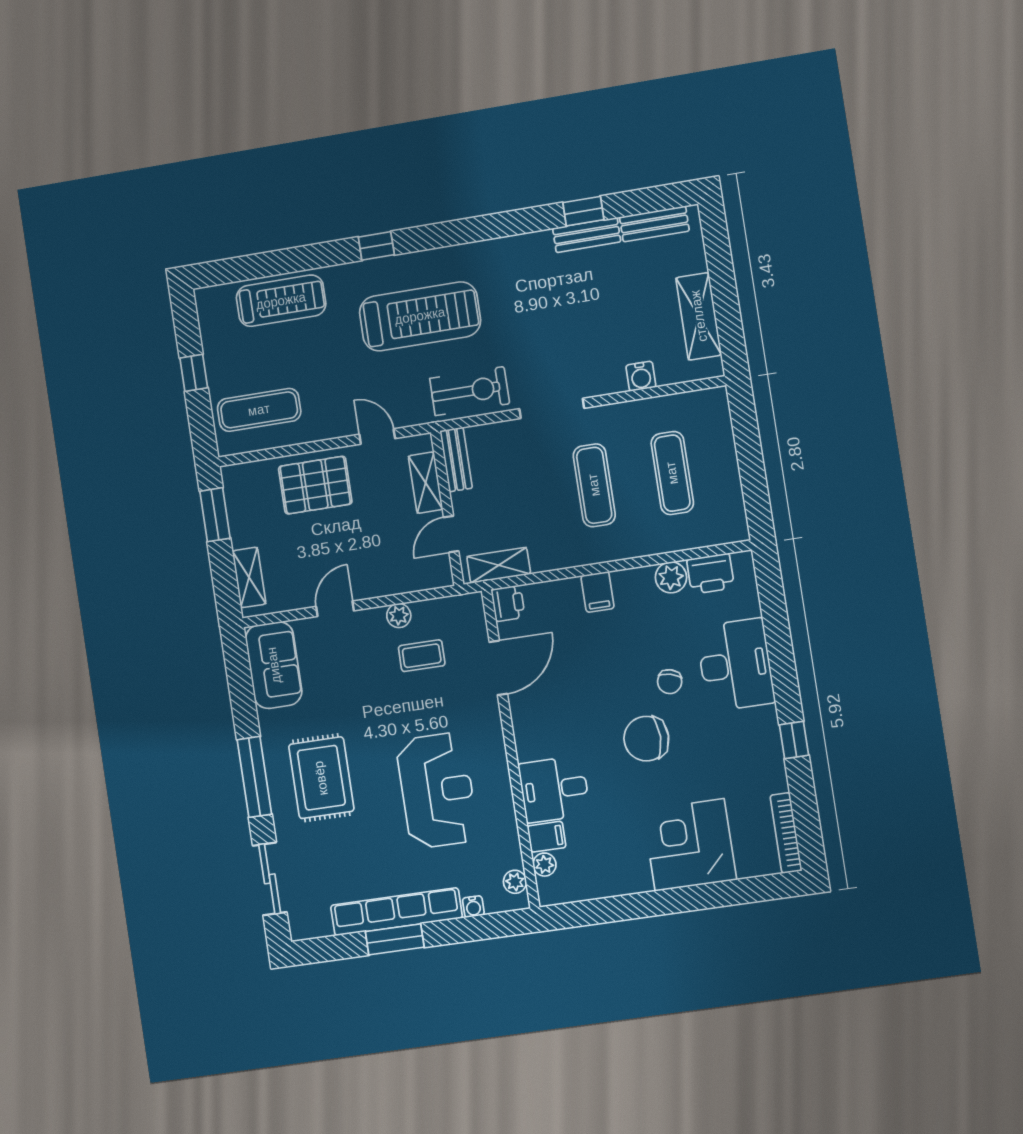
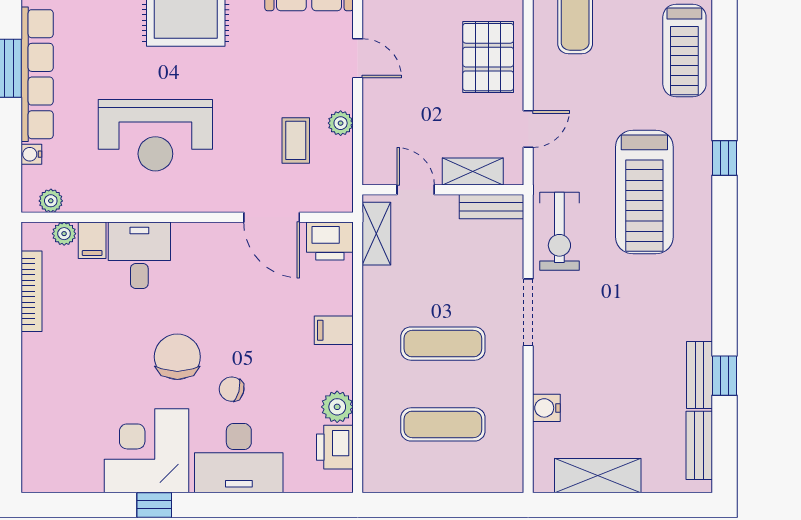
printer: (508, 603) -> (330, 241), width x1.36, depth x1.24
bookcase: (786, 833) -> (32, 291), moved, turned 90
corner desk: (690, 845) -> (146, 451), moved, turned -90

